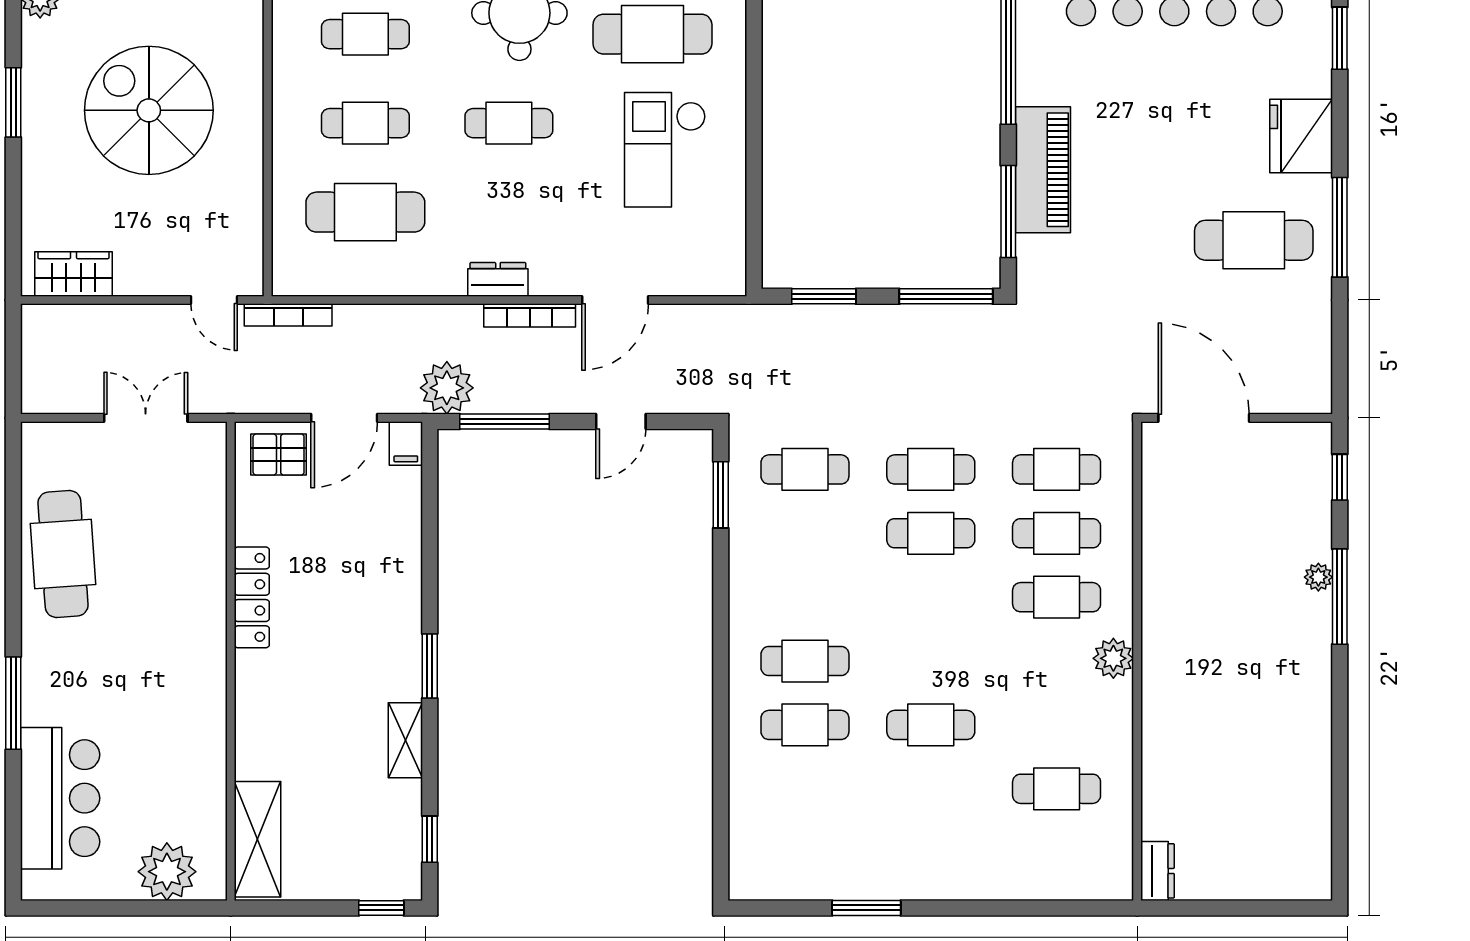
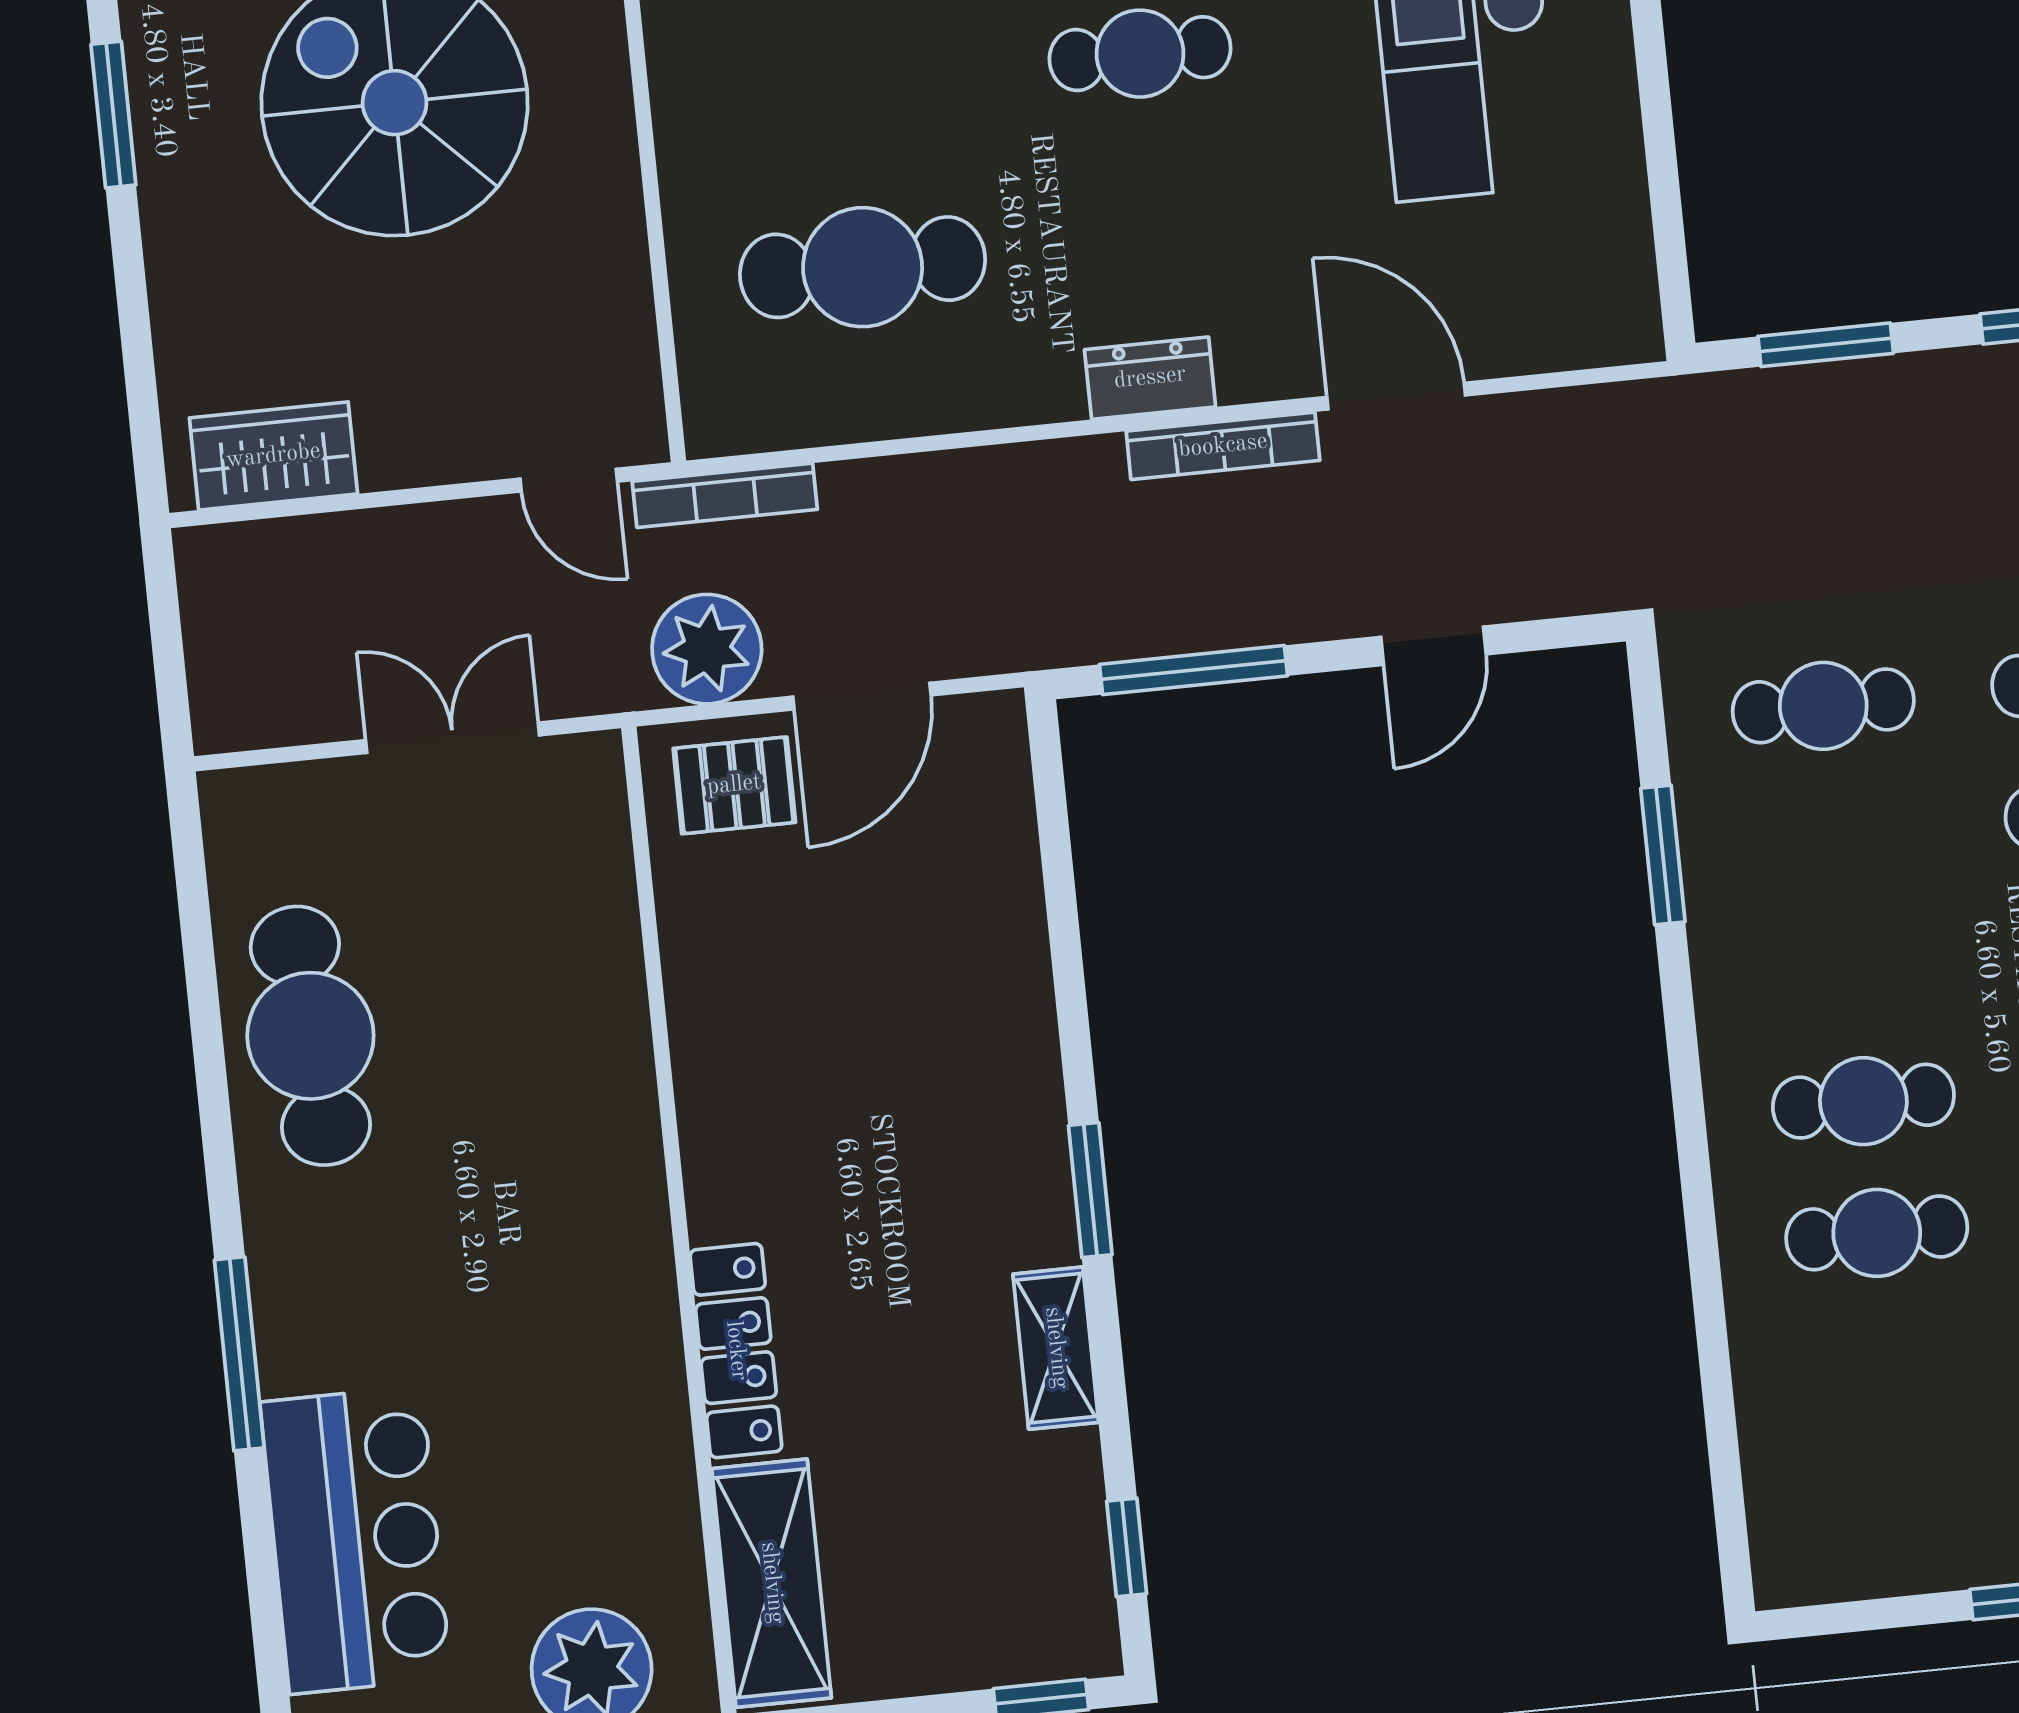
cafe table: (365, 123) -> (844, 84), removed
door: (615, 300) -> (1396, 396), swing flipped
plant: (447, 388) -> (707, 649), moved
filing cabinet: (406, 444) -> (995, 736), removed
window: (721, 495) -> (1663, 855), moved
locker: (252, 597) -> (736, 1351), moved

